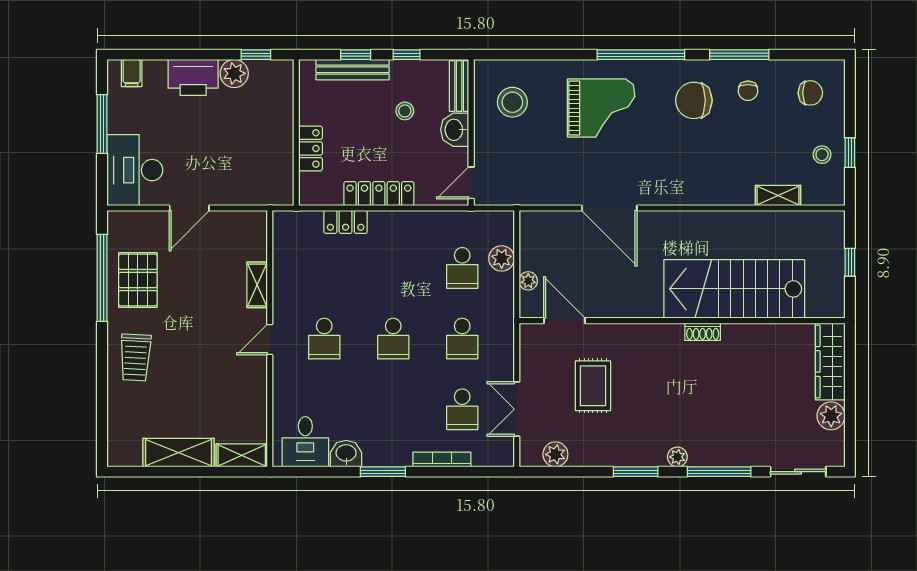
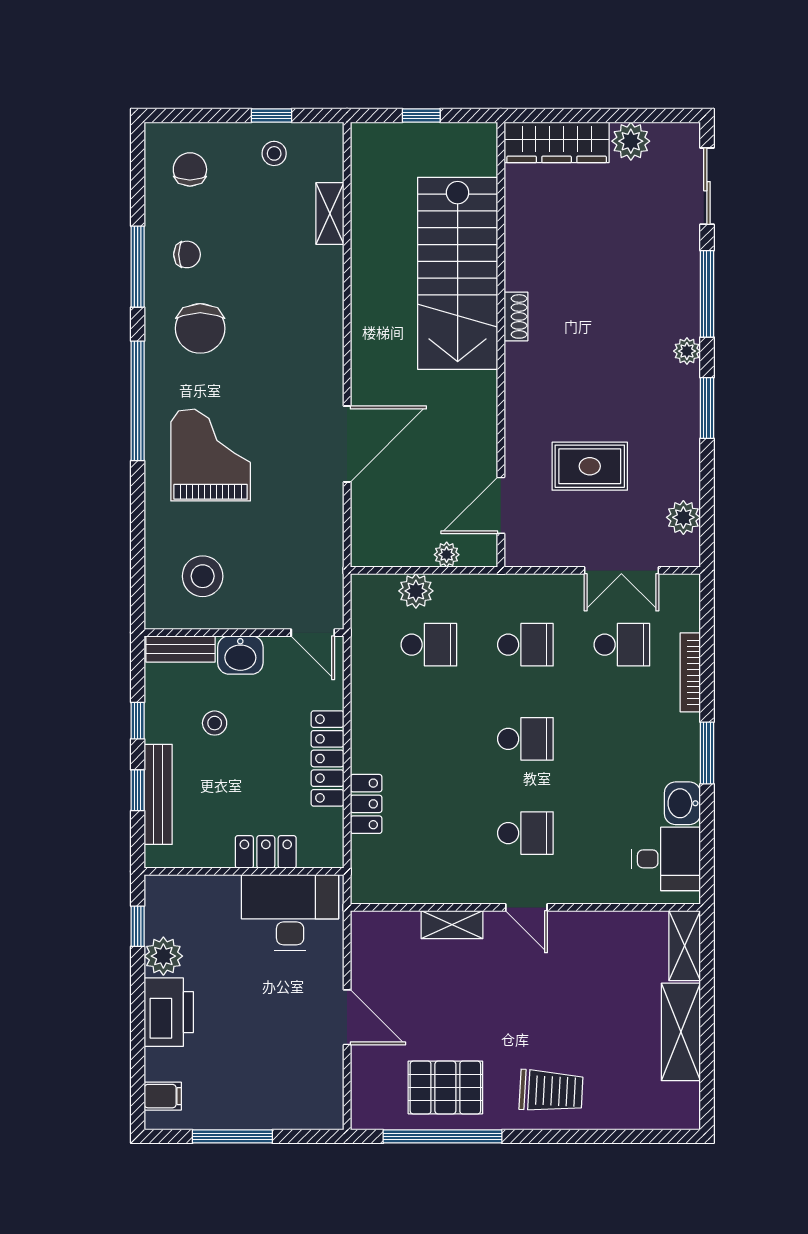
desk: (135, 170) -> (290, 913), moved, turned 180

